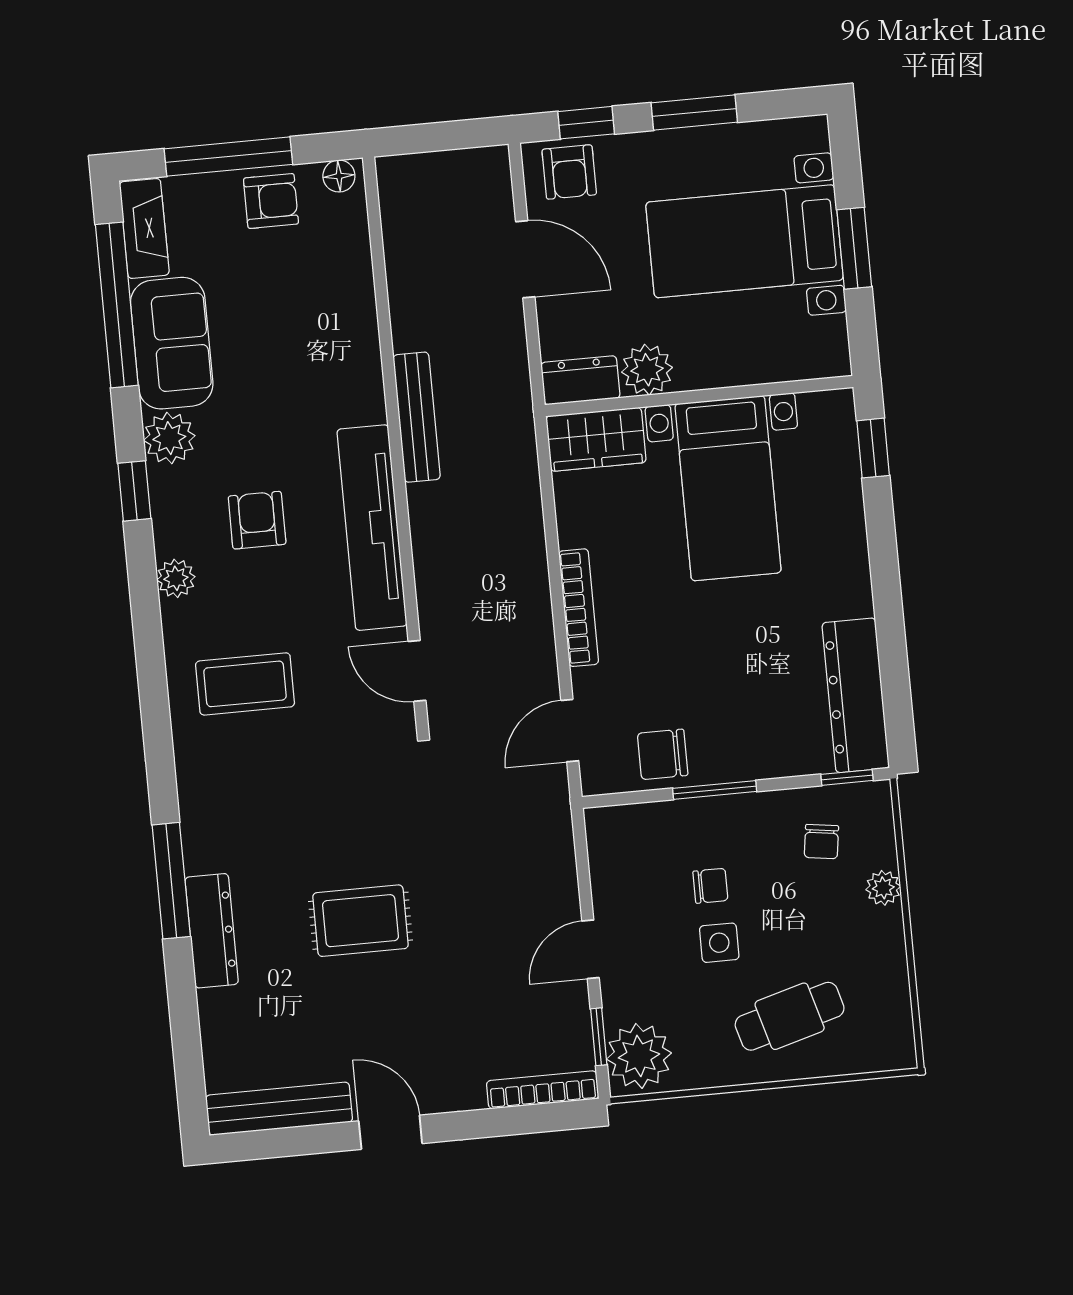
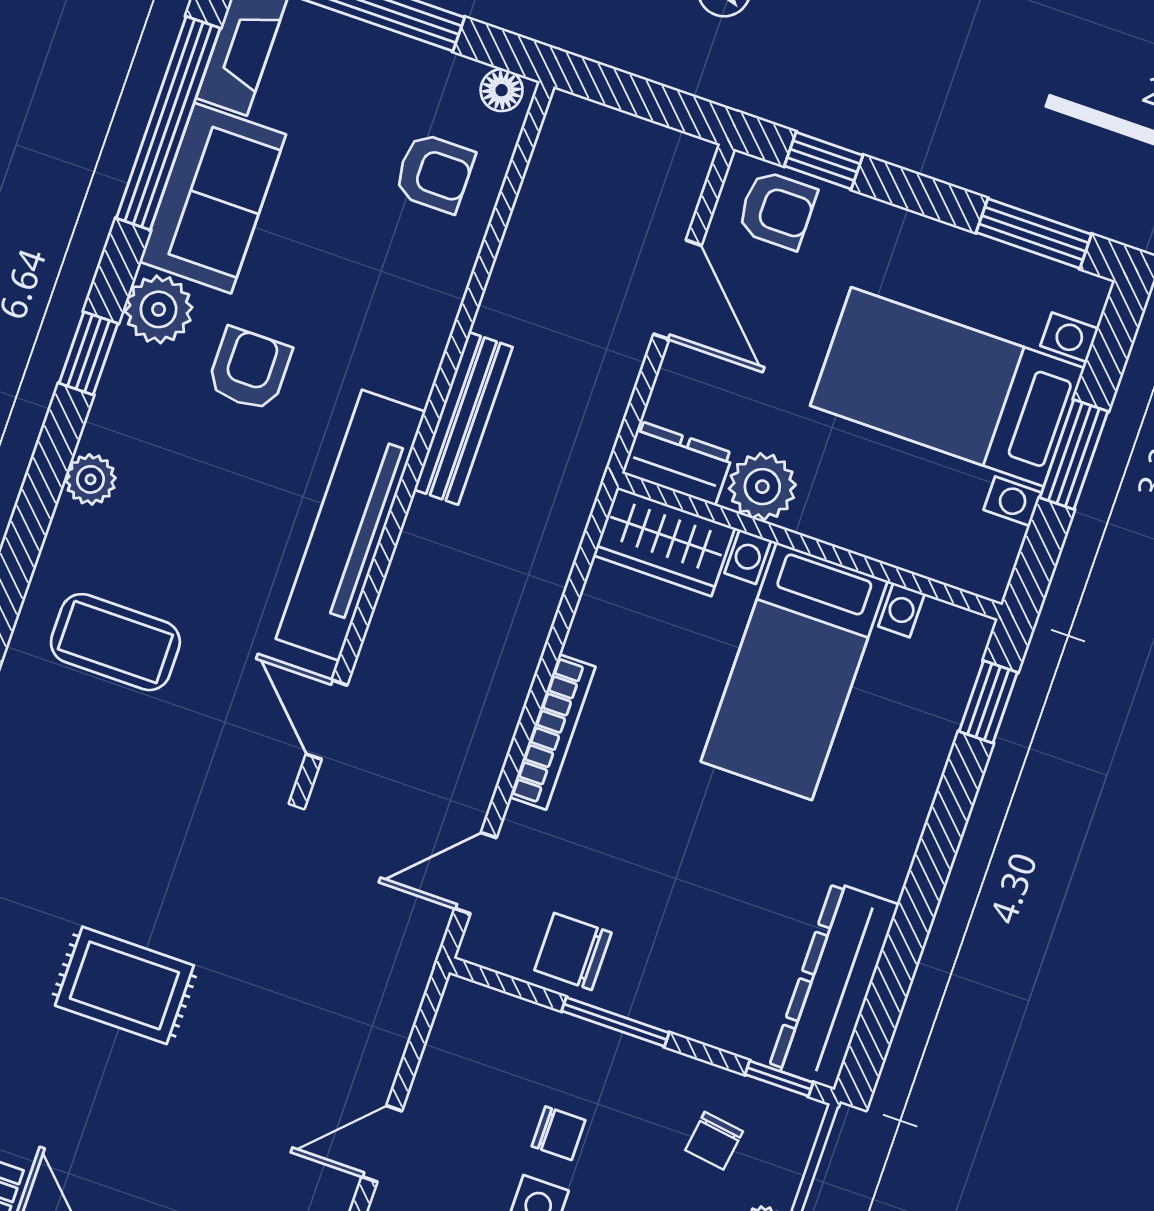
window: (694, 112) -> (1034, 233), moved
armchair: (569, 172) -> (777, 210), turned -90
armchair: (271, 201) -> (434, 173), moved
armchair: (257, 520) -> (249, 369), moved

